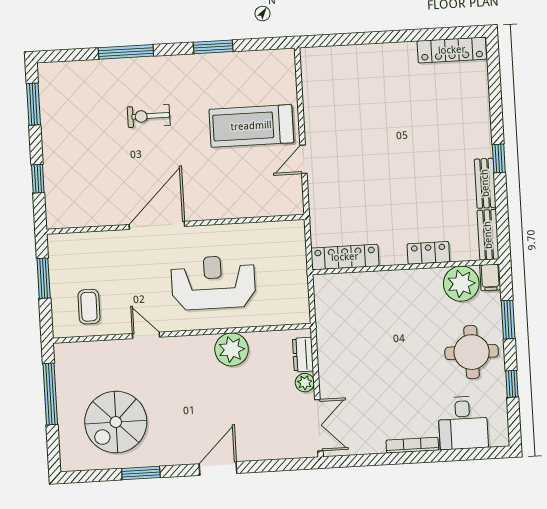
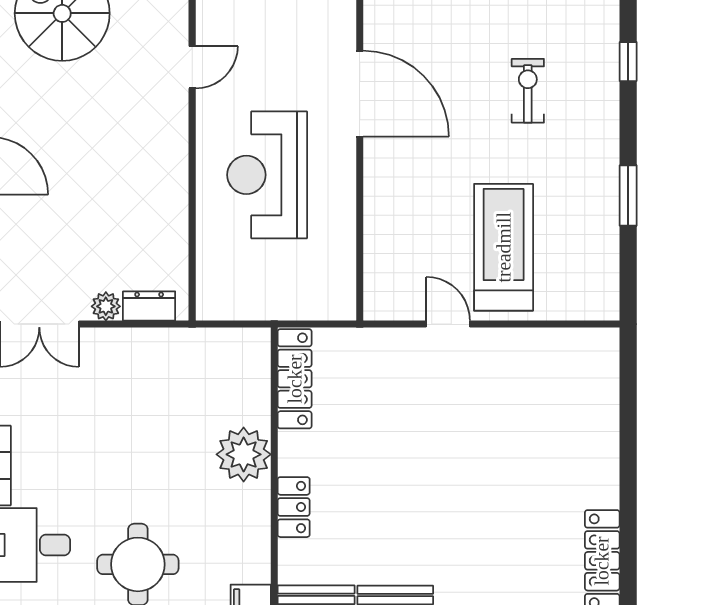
window: (126, 52) -> (628, 62), width x0.46
reception desk: (213, 283) -> (267, 175), turned 180
plant: (461, 284) -> (244, 454), moved
plant: (232, 349) -> (163, 197), removed

